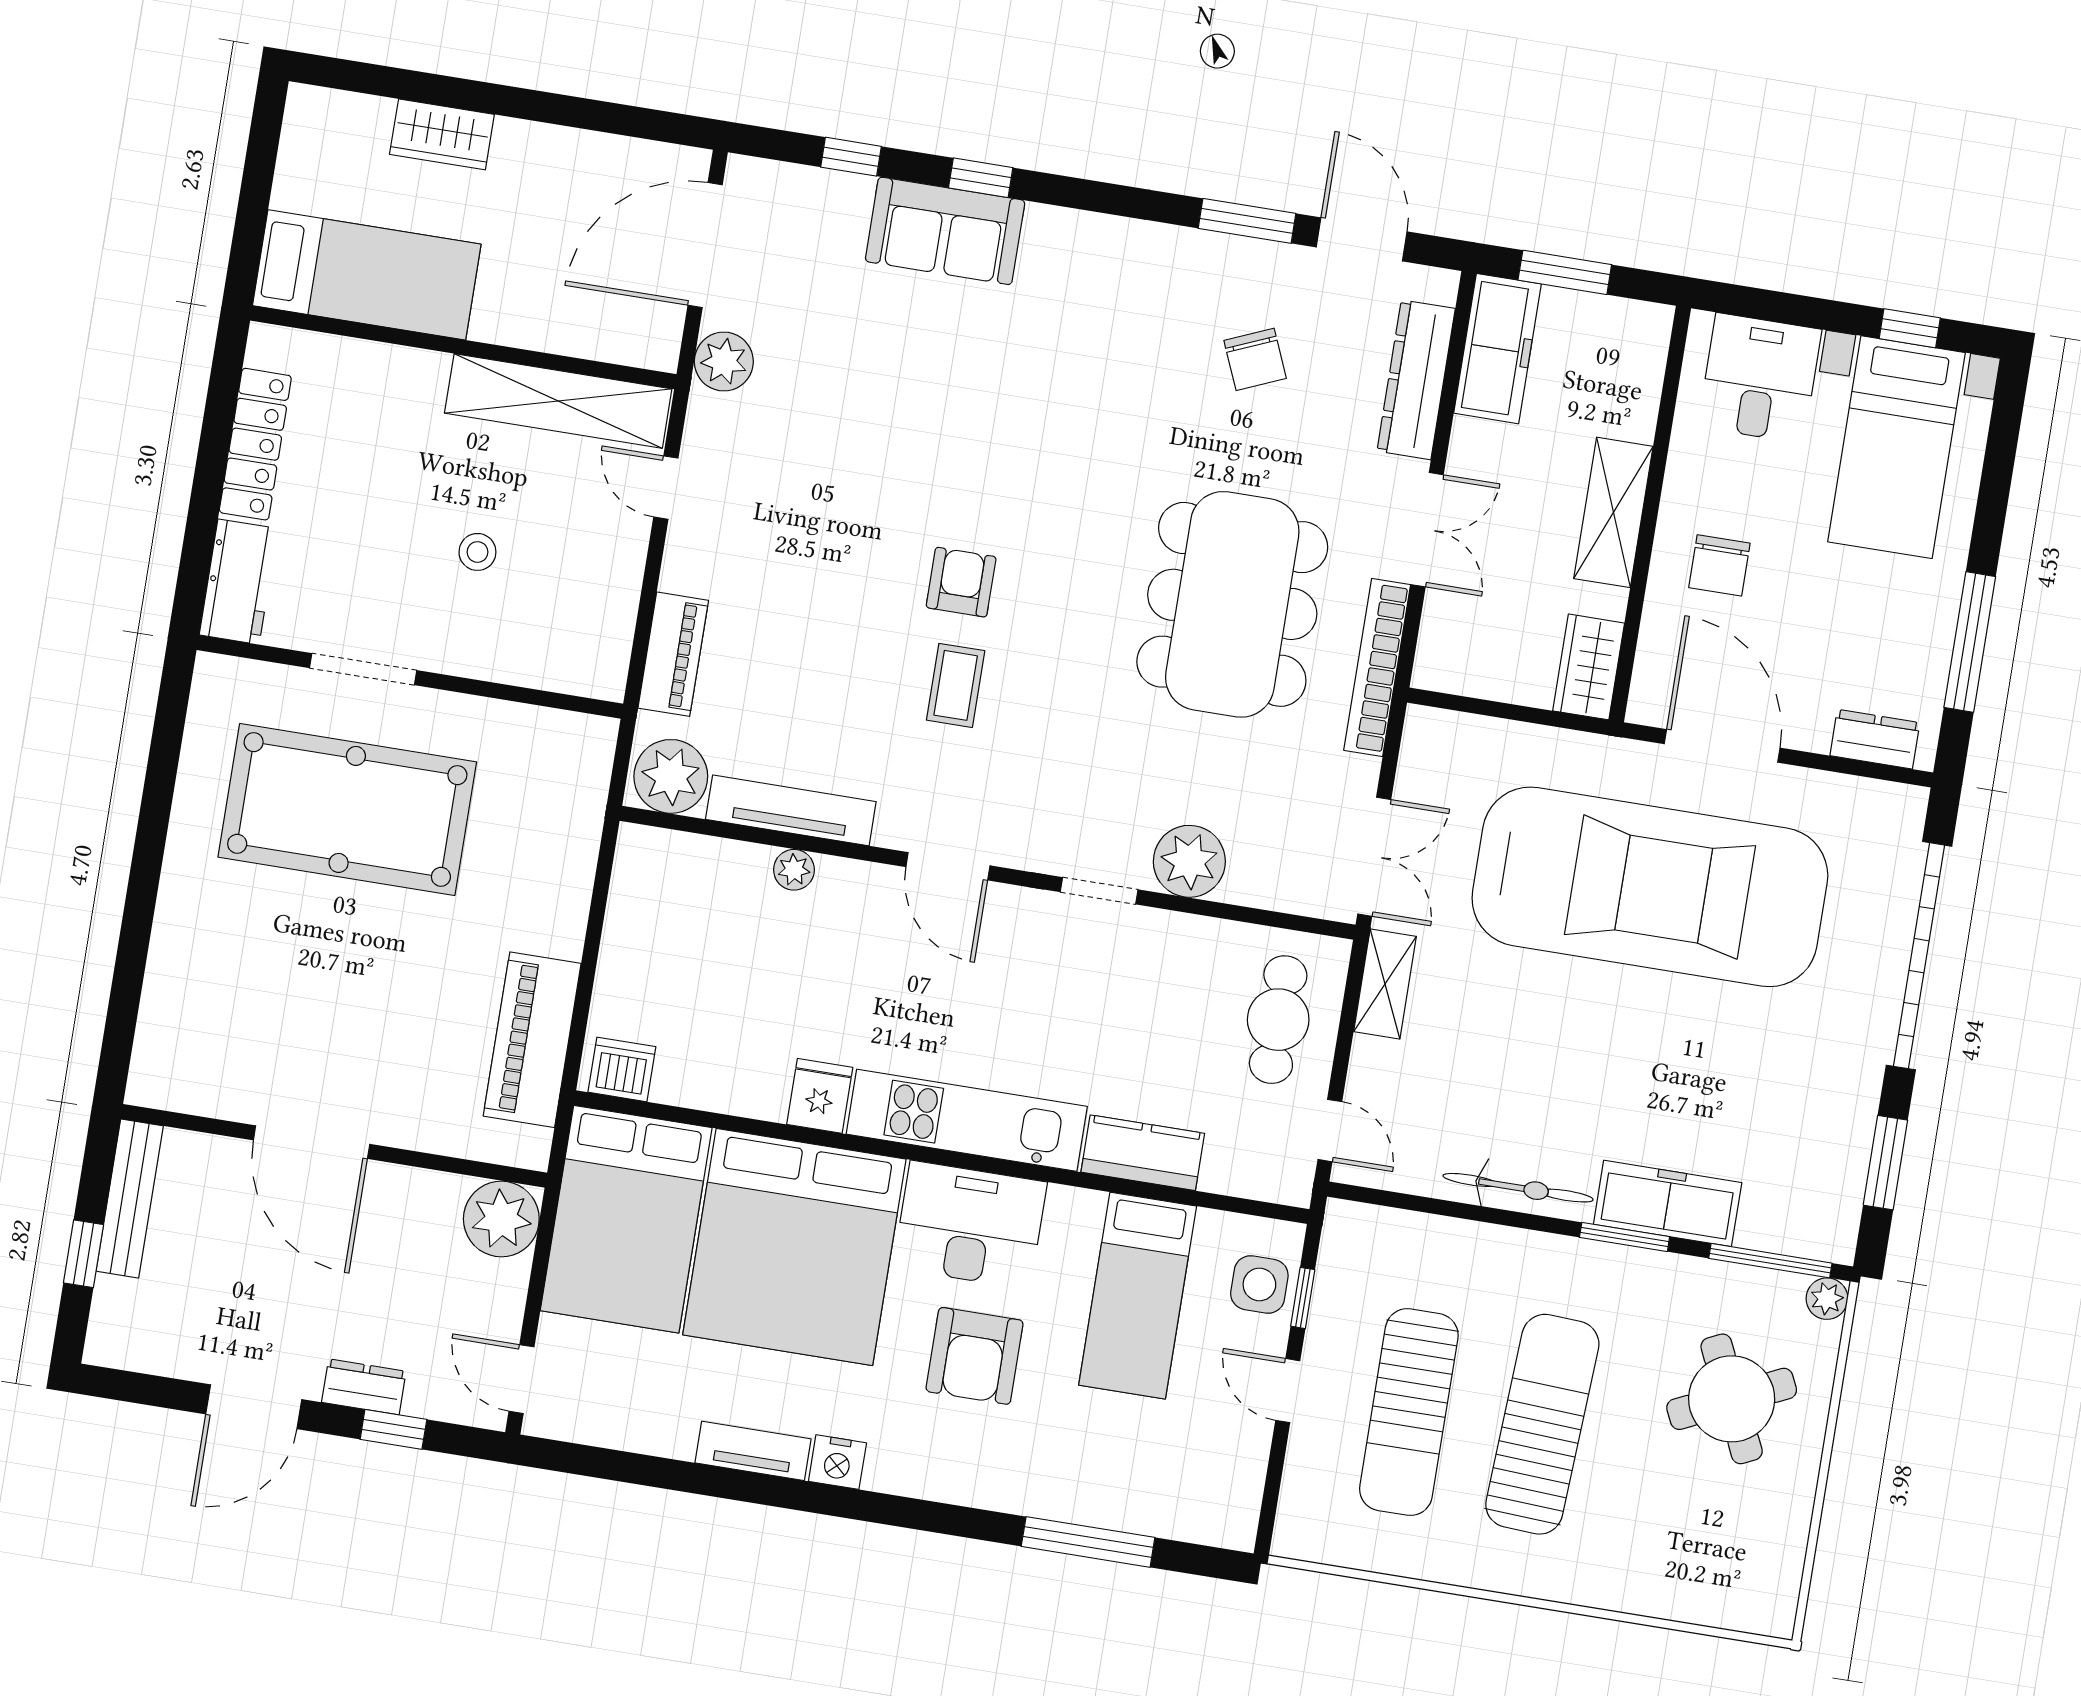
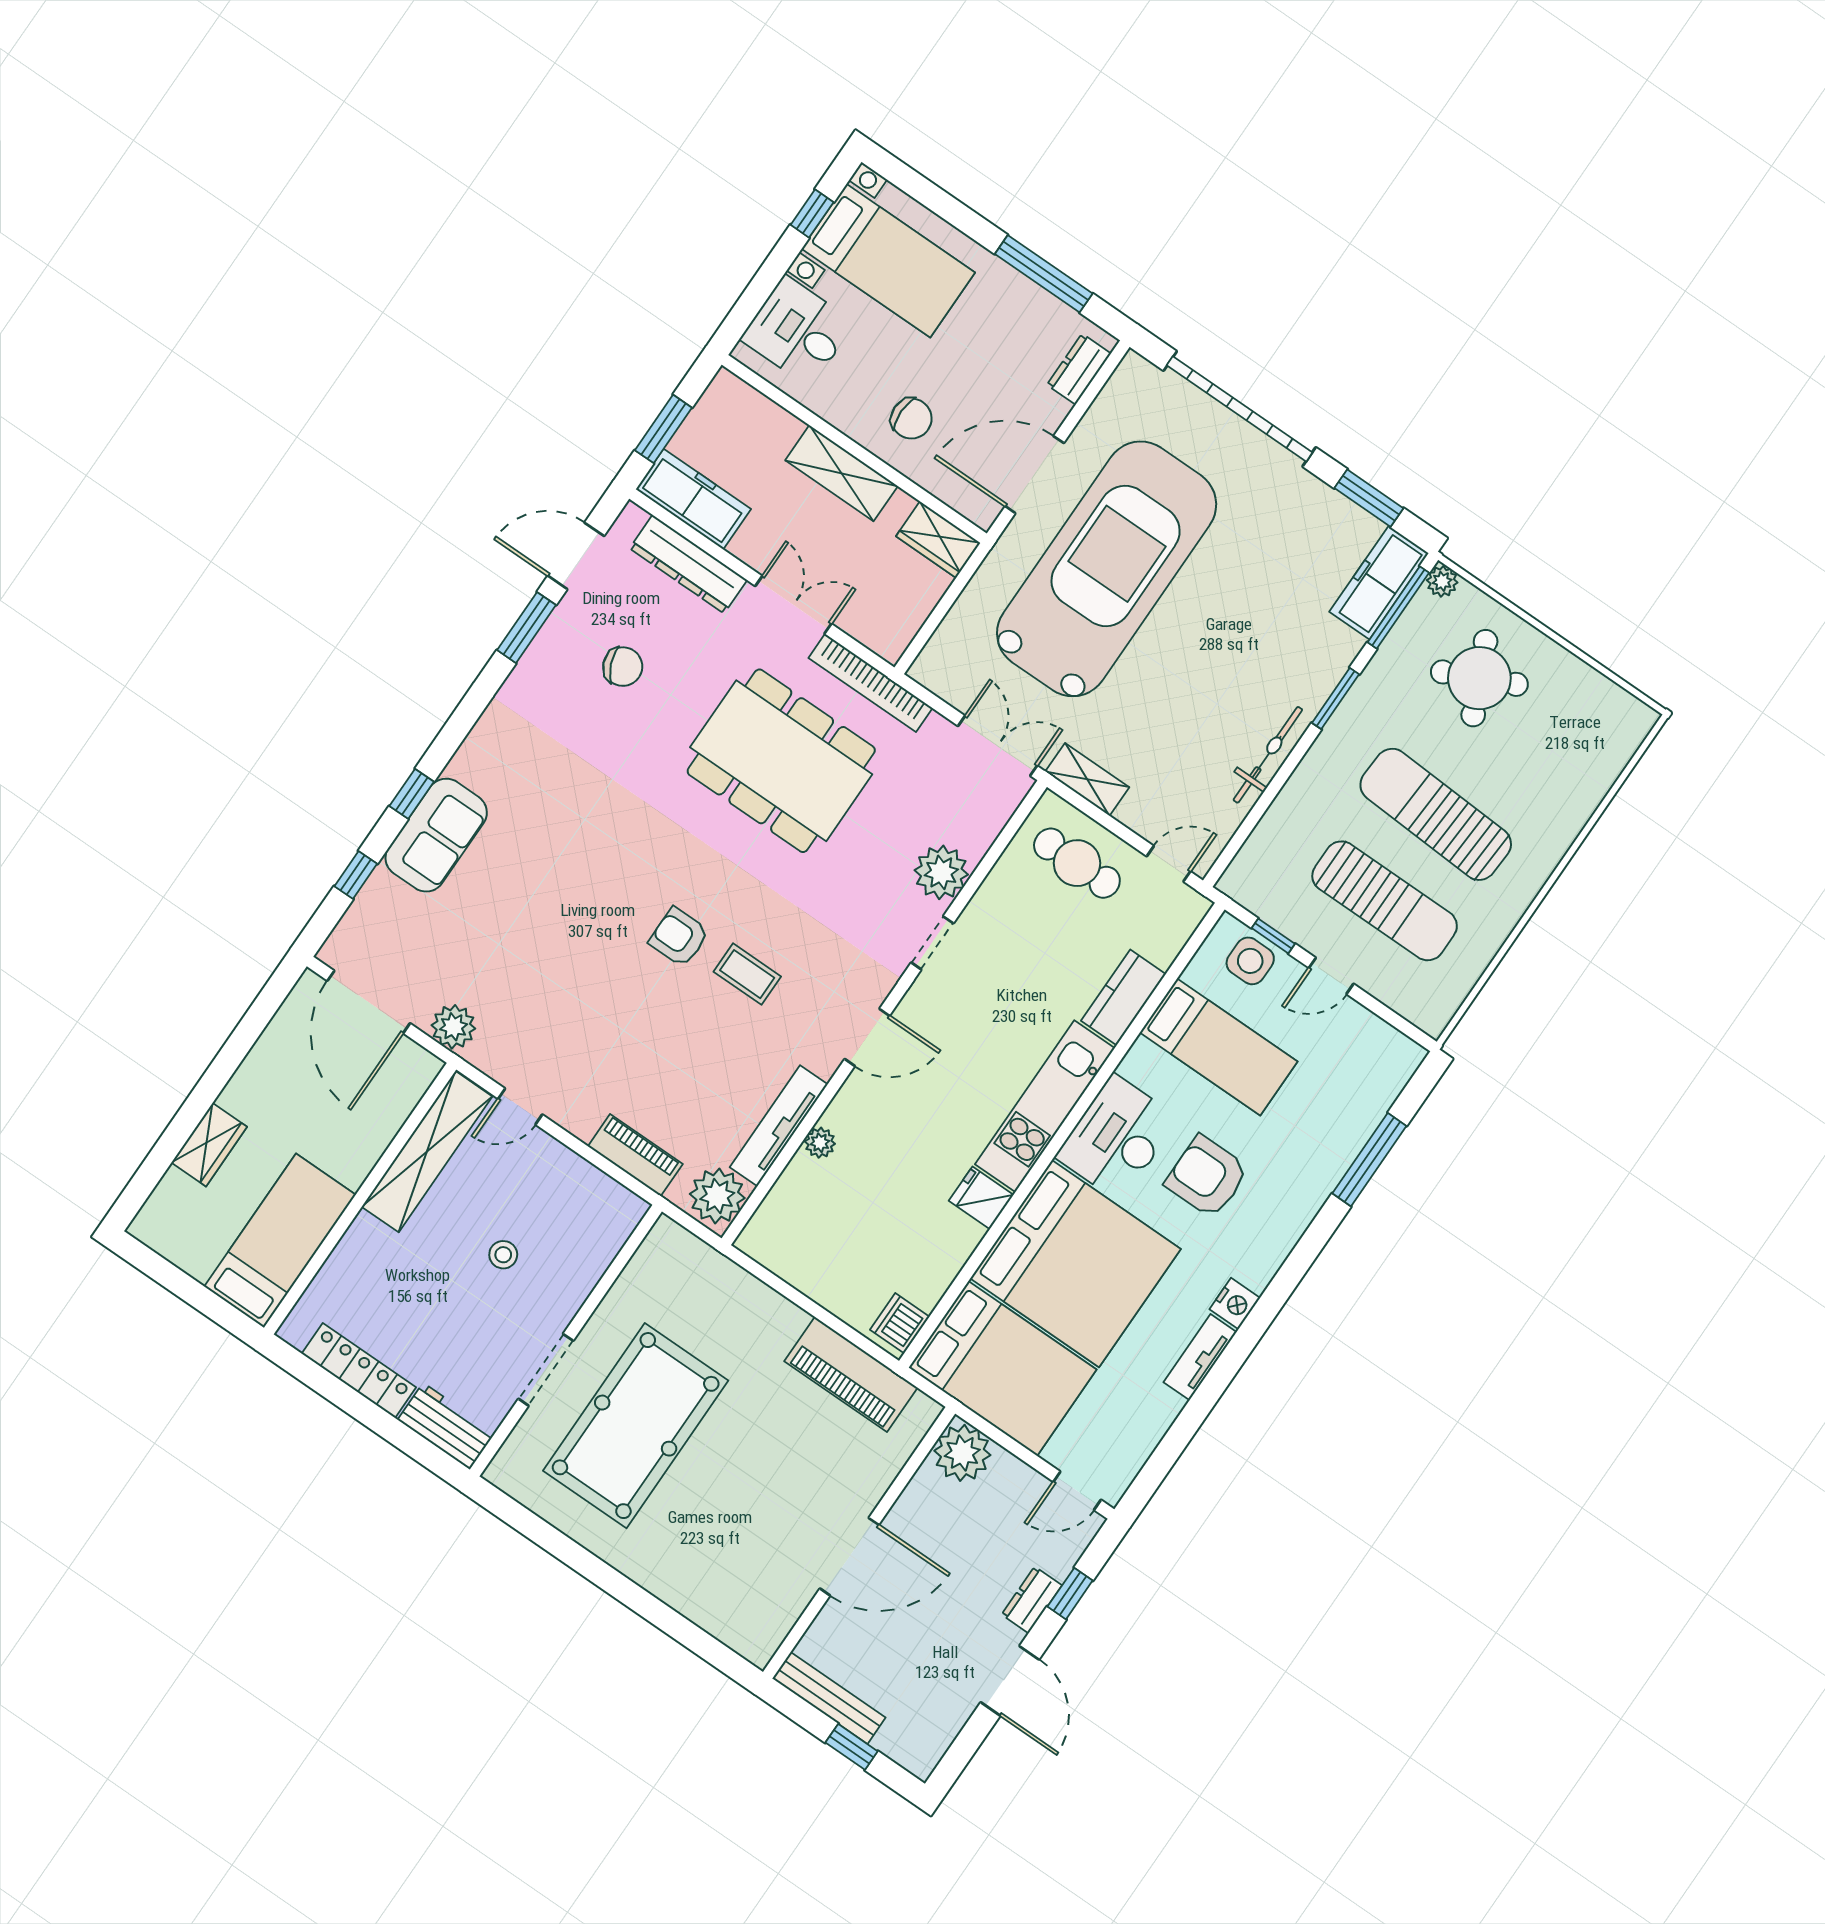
freezer: (1668, 1203) -> (1379, 583), moved
armchair: (975, 1356) -> (1207, 1177), turned 180

